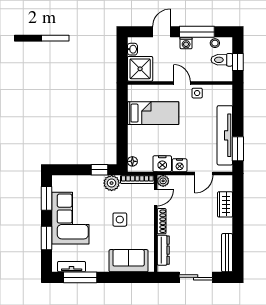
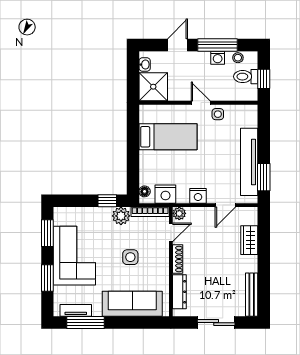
washing machine: (186, 43) -> (218, 58), moved
nightstand: (162, 164) -> (165, 194), moved
sofa: (129, 261) -> (132, 304), width x1.36

